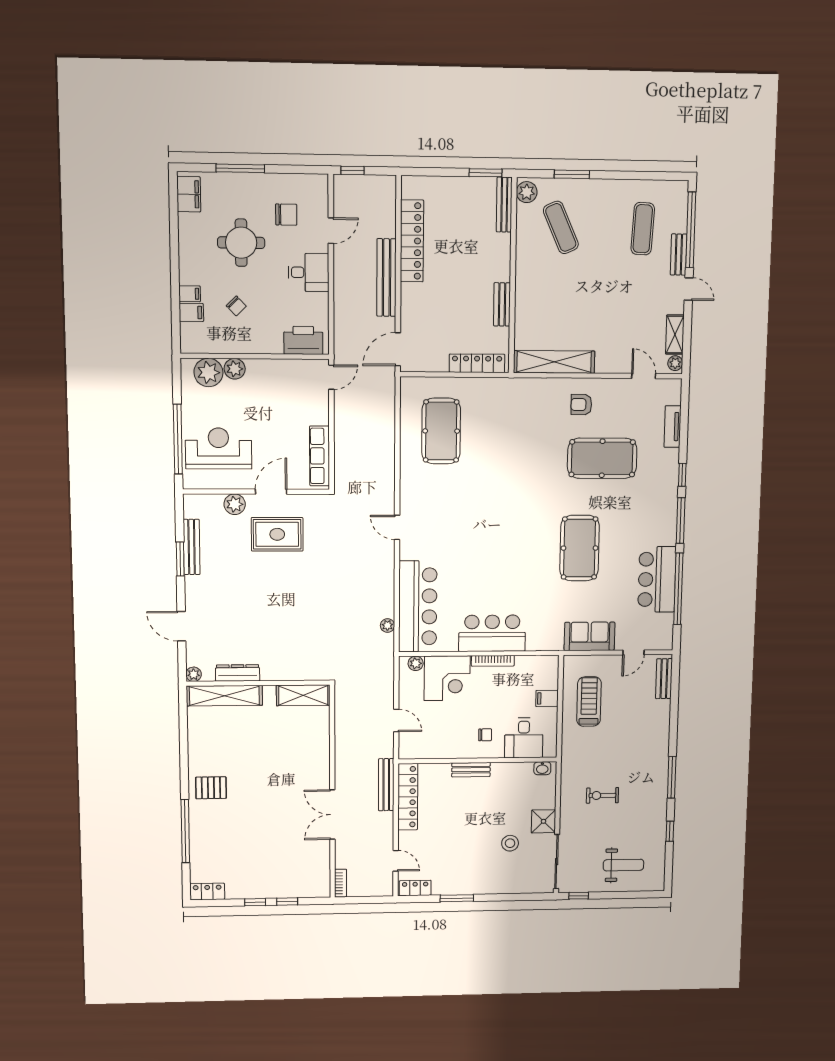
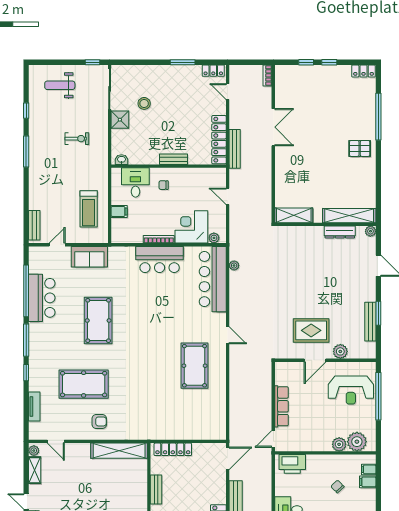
filing cabinet: (190, 294) -> (369, 469), moved
pool table: (441, 431) -> (194, 366), moved
row of seats: (320, 456) -> (281, 406), moved

